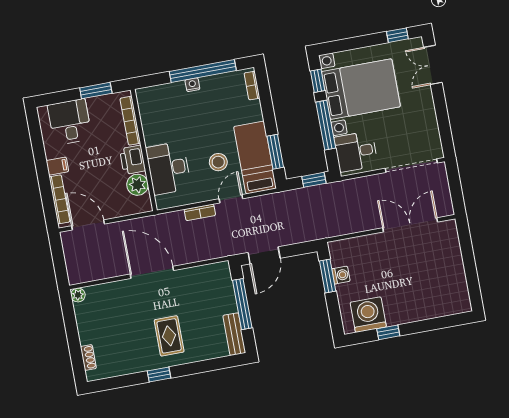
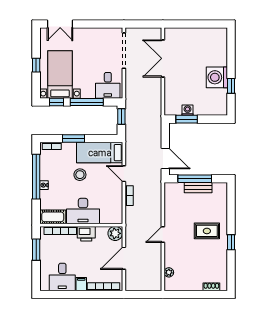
window: (397, 35) -> (36, 65), moved
bed with nightstands: (361, 89) -> (60, 74), width x0.73
cot: (148, 106) -> (53, 217), added
desk: (70, 122) -> (62, 277), moved, turned -90
window: (275, 152) -> (73, 139), moved
stool: (218, 162) -> (80, 175), moved
desk: (169, 168) -> (83, 211), moved
plant: (138, 185) -> (115, 233), moved
door: (88, 225) -> (124, 258), moved
door: (152, 272) -> (163, 235), width x0.53
plant: (78, 295) -> (169, 272), moved
washing machine: (368, 315) -> (217, 77), moved
bench: (234, 334) -> (198, 188), moved

